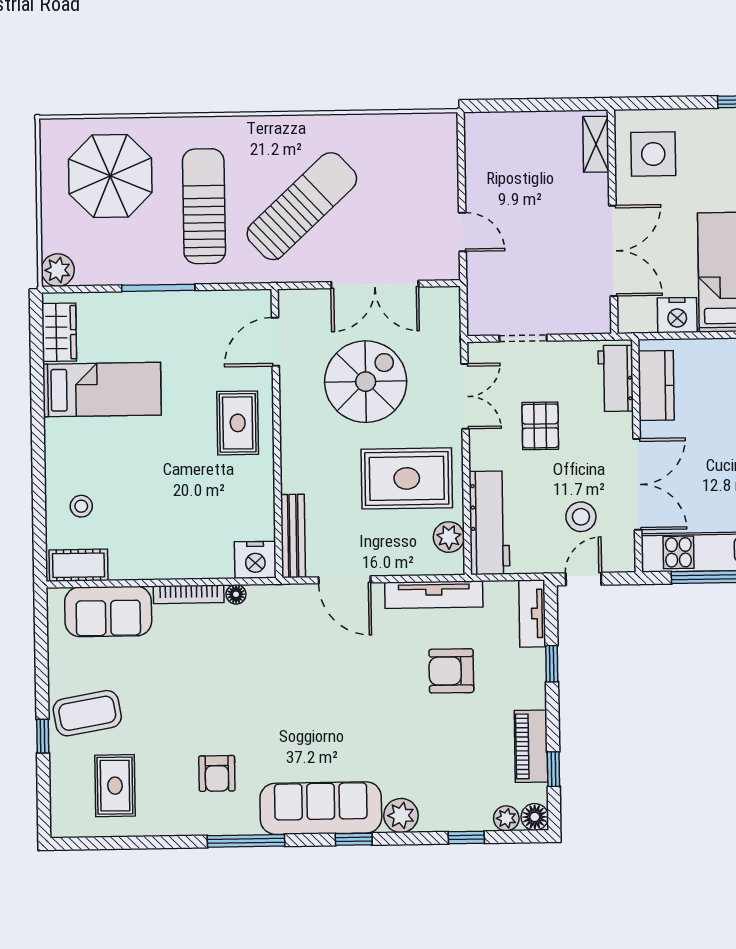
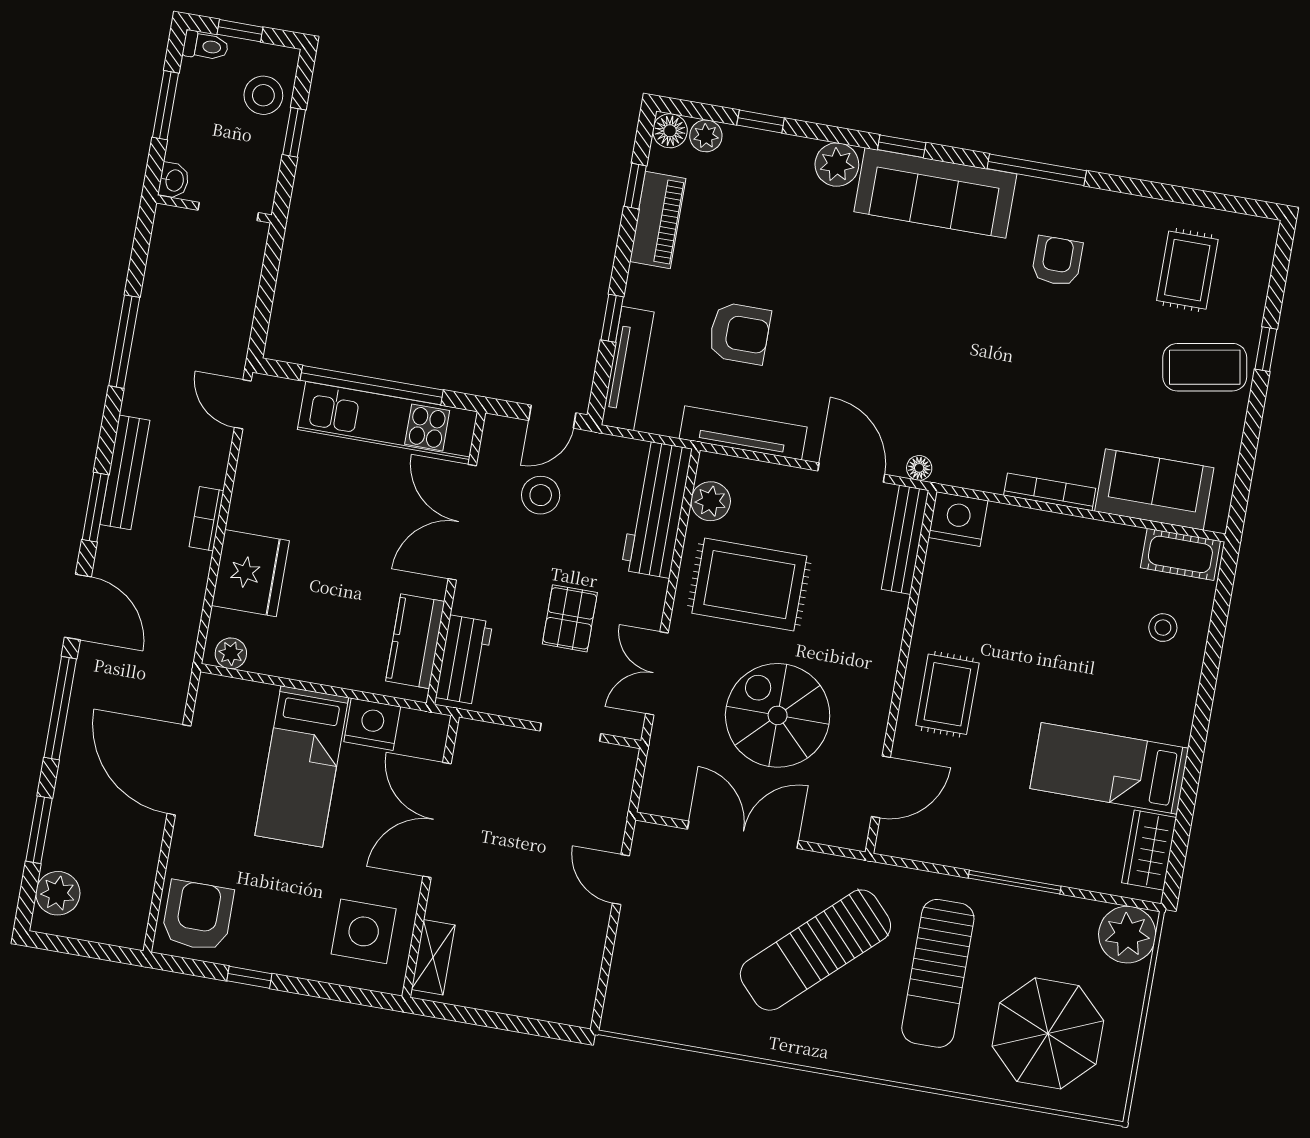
plant: (58, 270) -> (1127, 935), width x1.36, depth x1.36
spiral stairs: (366, 382) -> (778, 715), turned 90
floor lamp: (236, 594) -> (919, 468), moved
tv unit: (532, 614) -> (628, 368), width x1.41

